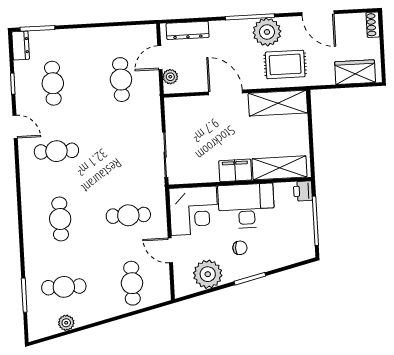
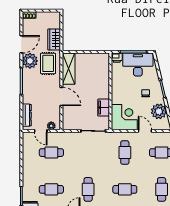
plant: (267, 32) -> (30, 61), moved
wardrobe: (355, 72) -> (54, 39), moved
door: (225, 92) -> (61, 97), swing flipped
shelving: (280, 168) -> (104, 70), removed
filing cabinet: (235, 170) -> (104, 108), moved
desk: (246, 206) -> (138, 64), moved, turned 90
door: (170, 250) -> (145, 131), swing flipped

